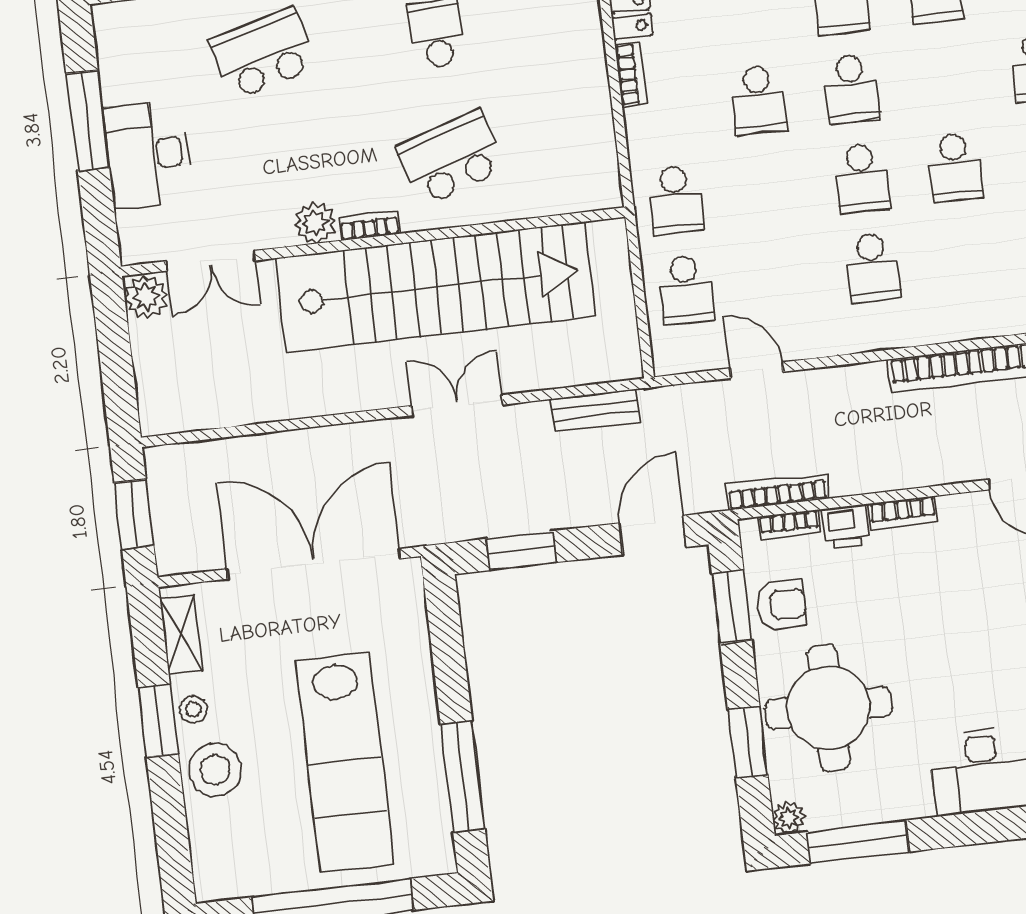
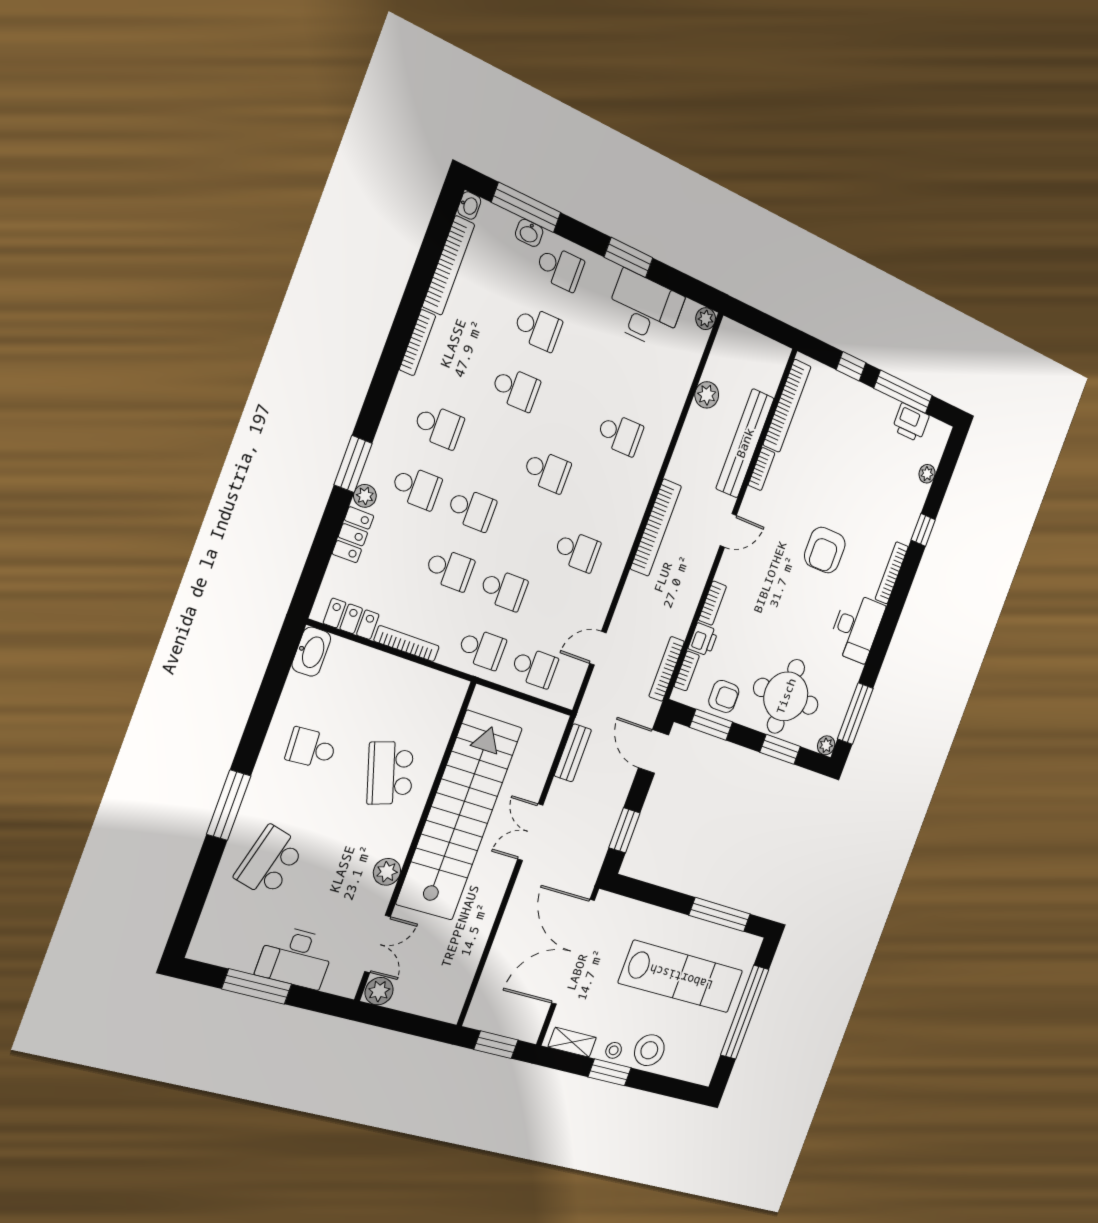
school desk: (263, 54) -> (270, 861), turned 30
bookcase: (631, 74) -> (407, 644), width x1.56
school desk: (862, 178) -> (504, 590), moved
bookcase: (369, 226) -> (405, 840), removed
armchair: (781, 605) -> (724, 696), turned 90

